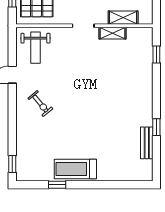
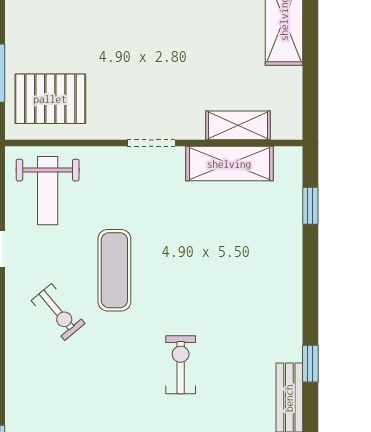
shelving: (112, 33) -> (229, 164), width x1.50, depth x1.33
exercise mat: (66, 84) -> (114, 270), added
exercise bike: (97, 128) -> (181, 365), added

